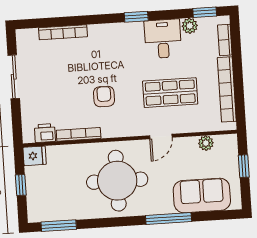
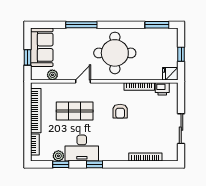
window: (205, 12) -> (61, 164), moved
desk: (163, 39) -> (82, 148), width x1.37
sofa: (202, 195) -> (42, 47), moved, turned -90

